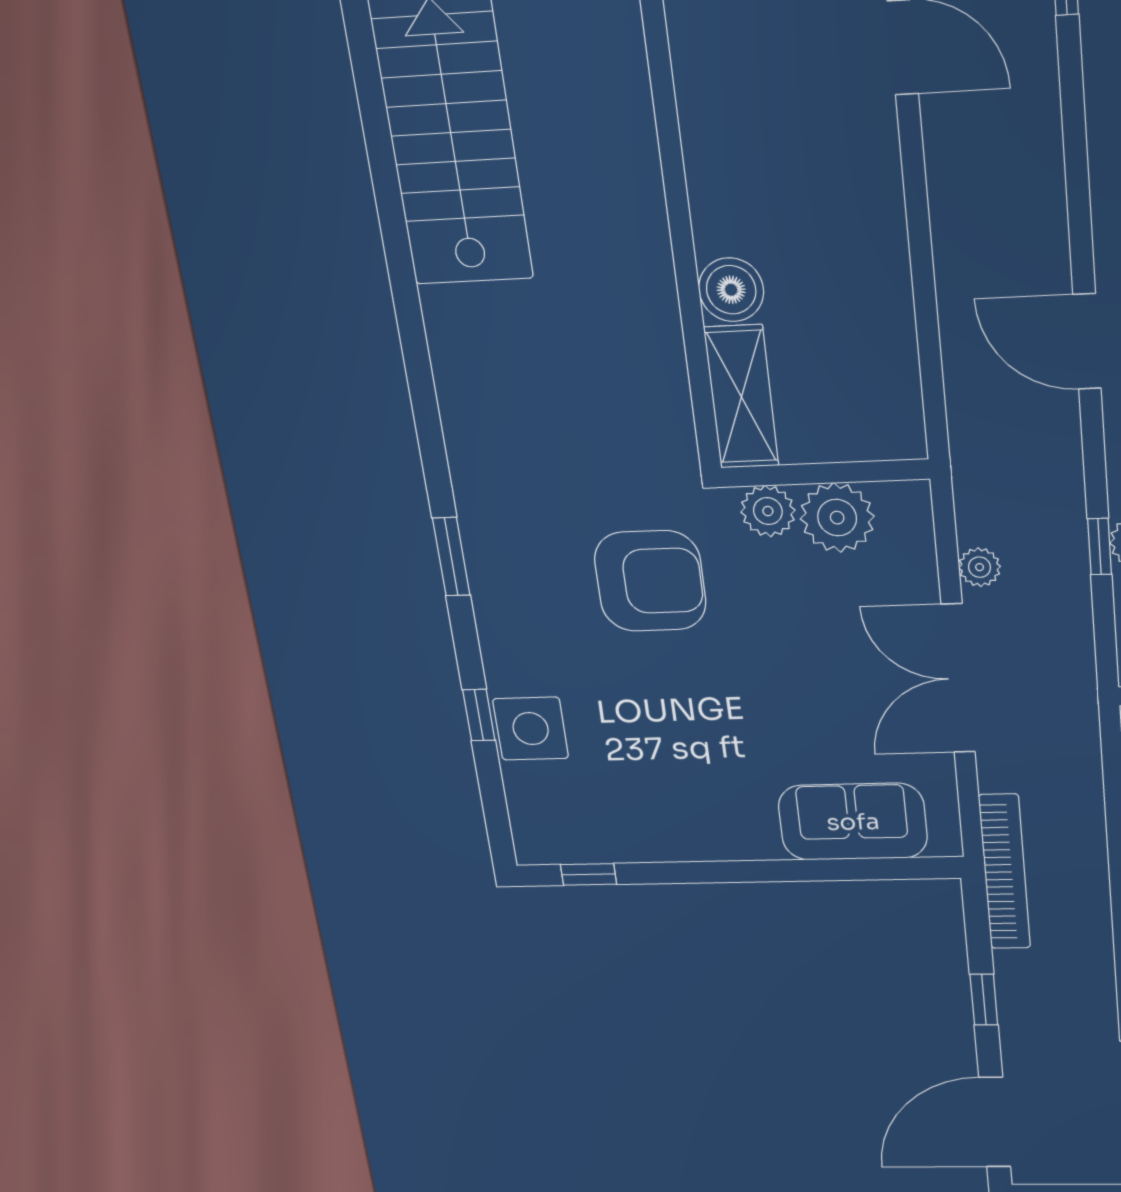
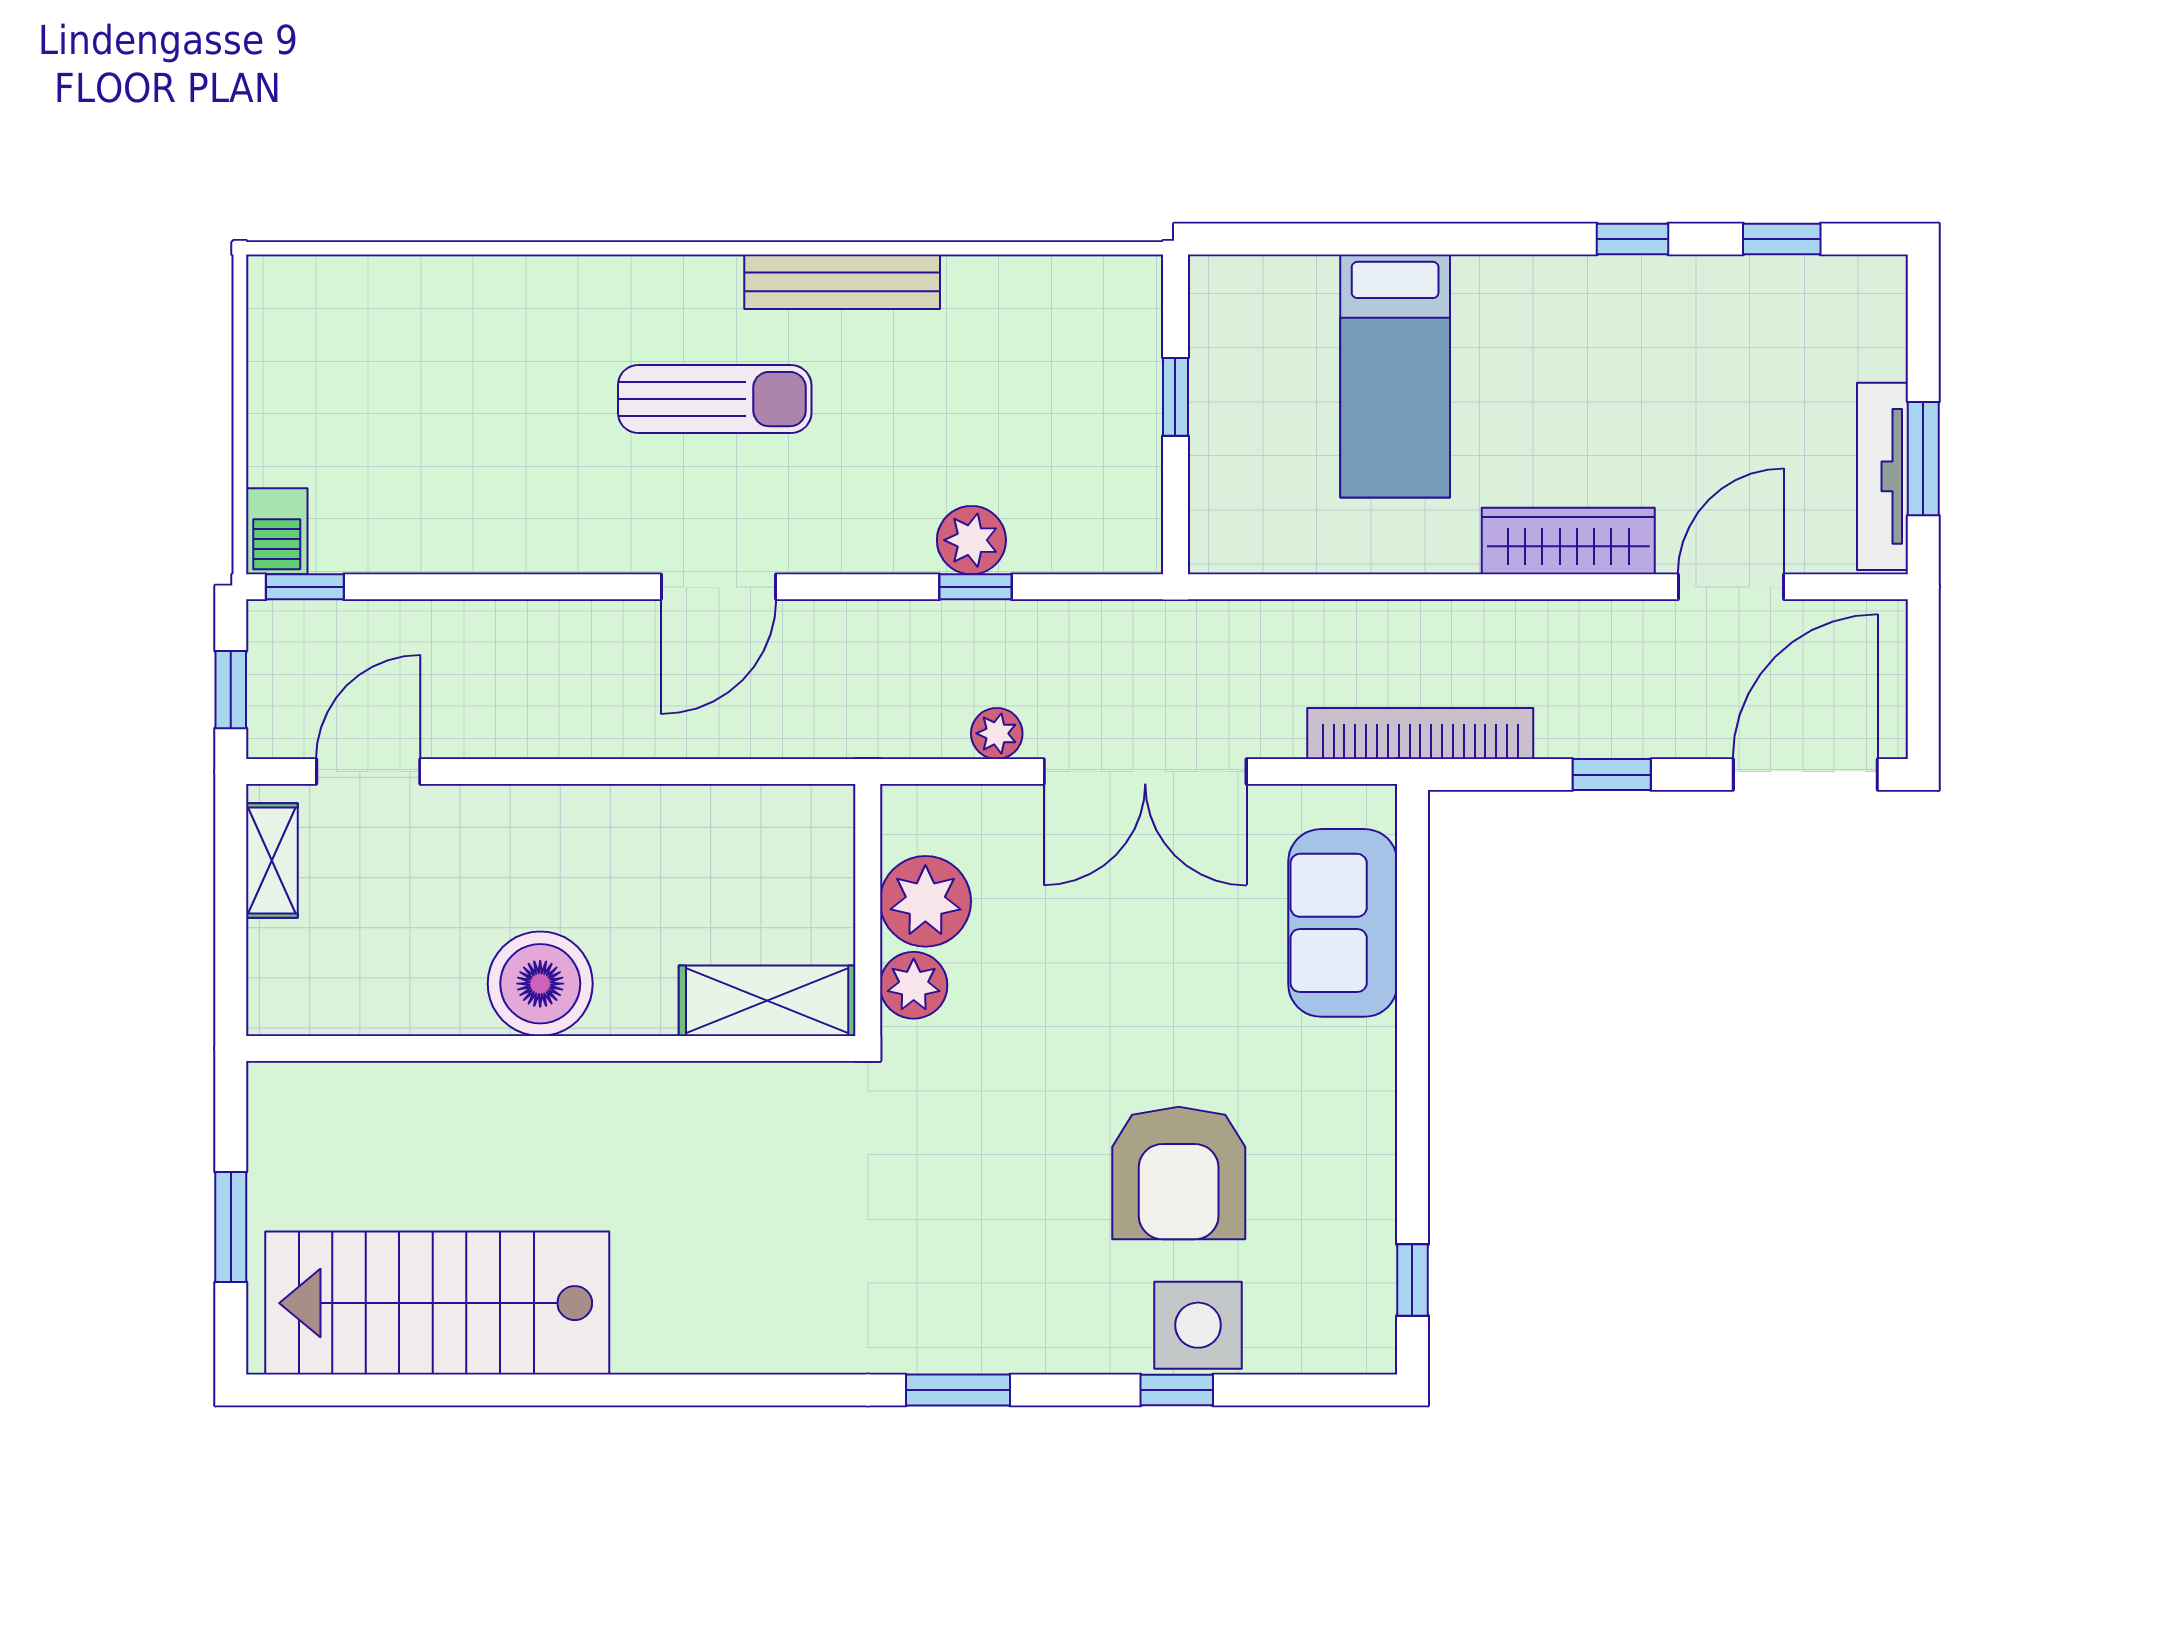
boiler: (731, 290) -> (540, 984), moved, width x1.37, depth x1.37
armchair: (650, 581) -> (1179, 1173), moved, turned 180
door: (995, 1122) -> (1805, 775), swing flipped

